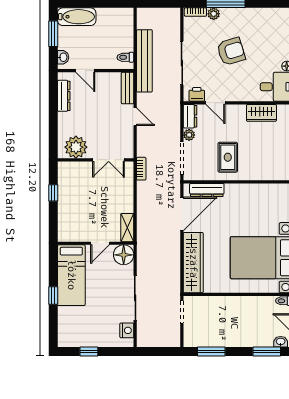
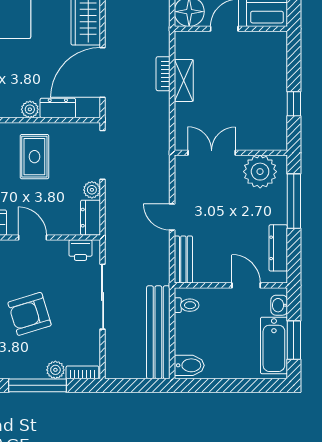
bathtub: (77, 17) -> (274, 345), moved, turned -90
bidet: (124, 17) -> (189, 365), added
bench: (144, 61) -> (158, 332), moved
door: (215, 103) -> (32, 238), moved
window: (53, 127) -> (294, 201), added
bookcase: (141, 169) -> (163, 74), moved
plant: (231, 189) -> (30, 109), added
dresser: (207, 190) -> (58, 108), width x0.70
shelving: (127, 228) -> (184, 80), moved

